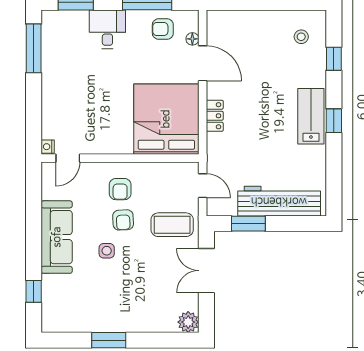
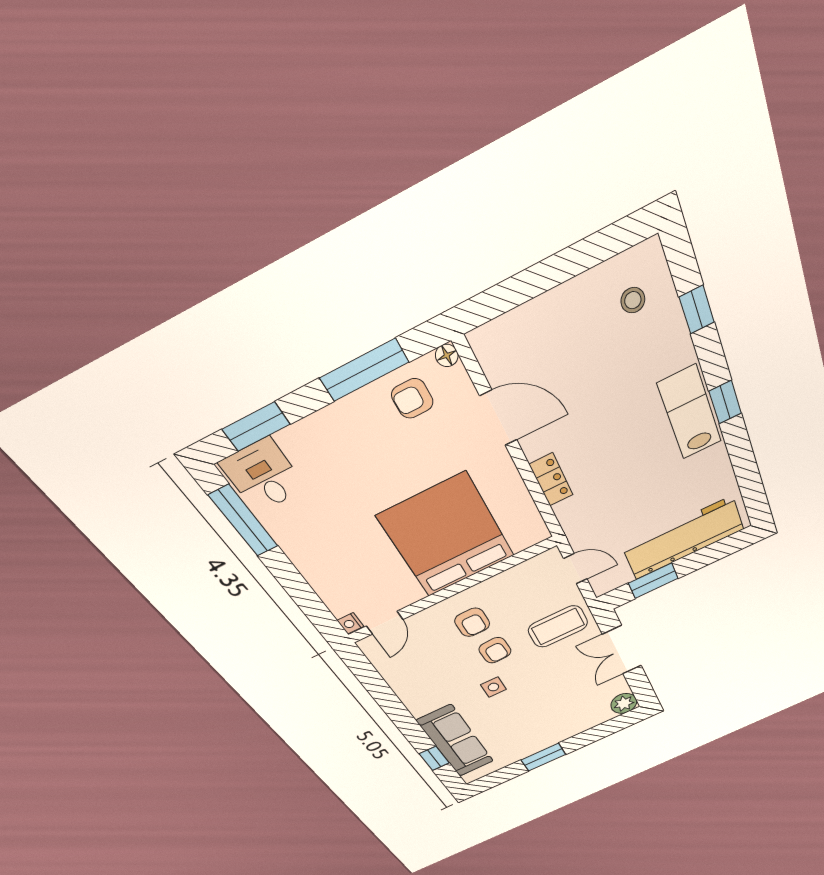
desk: (107, 29) -> (263, 476), moved
floor lamp: (192, 39) -> (447, 355), moved
bed: (166, 119) -> (447, 536), moved
sofa: (57, 237) -> (456, 741), moved

